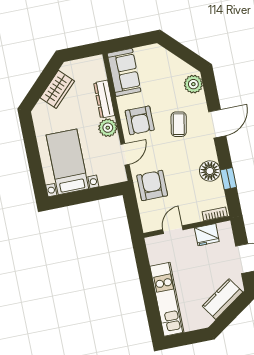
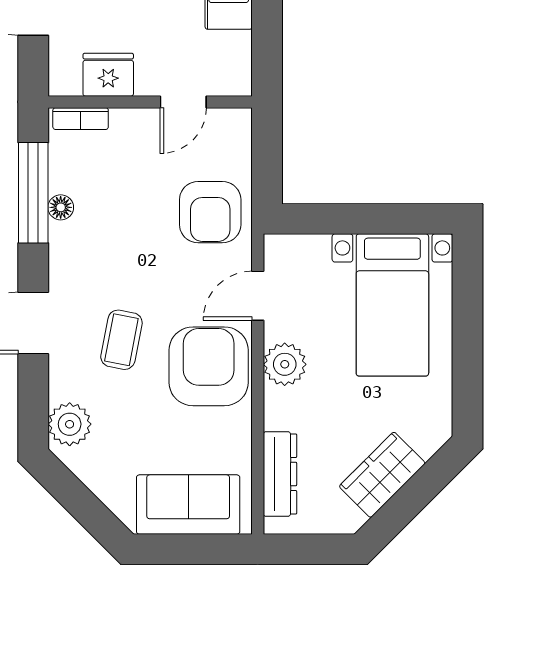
sofa: (124, 72) -> (188, 505), moved, turned 90
dresser: (104, 99) -> (280, 474), moved
armchair: (140, 120) -> (209, 366), width x1.36, depth x1.36
floor lamp: (210, 171) -> (61, 207), width x0.53, depth x0.53
window: (228, 179) -> (33, 193), width x2.17

